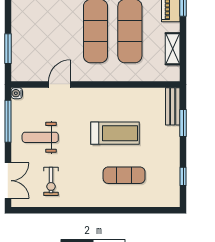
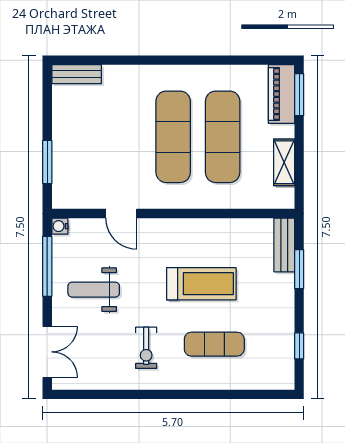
door: (60, 84) -> (121, 214), swing flipped
exercise bike: (51, 181) -> (146, 348), moved

